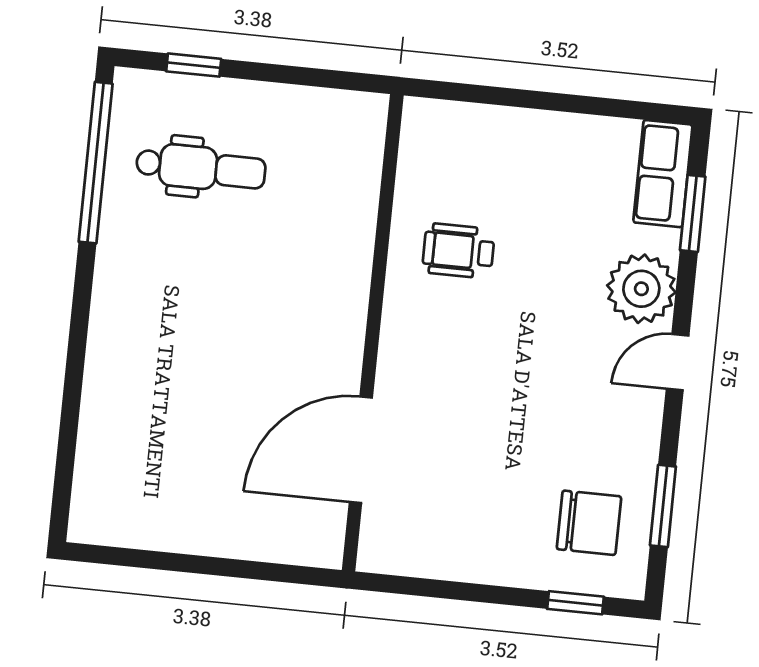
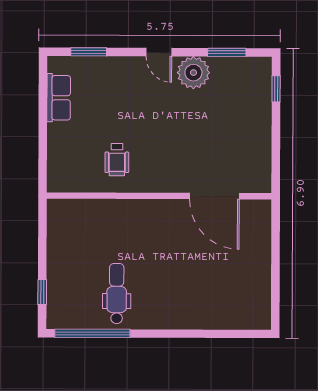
dental chair: (201, 168) -> (117, 293), moved
row of seats: (663, 174) -> (59, 98), moved, turned -90
plant: (641, 289) -> (193, 73), moved
chair: (589, 523) -> (238, 86), removed

